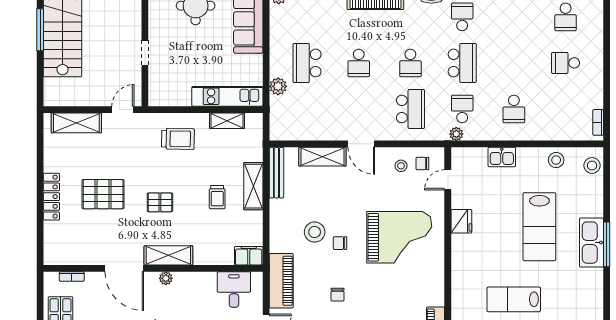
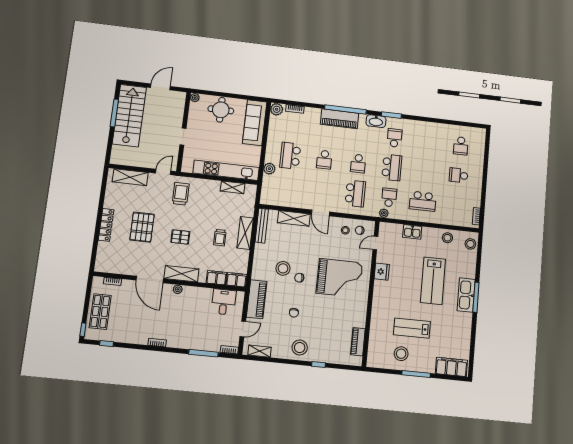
kitchen unit: (227, 96) -> (226, 170), width x1.36
school desk: (514, 109) -> (423, 201), width x1.85
trolley: (178, 139) -> (181, 194), moved, turned -91
pallet: (103, 194) -> (142, 227), turned 90
filing cabinet: (219, 256) -> (216, 278), added

